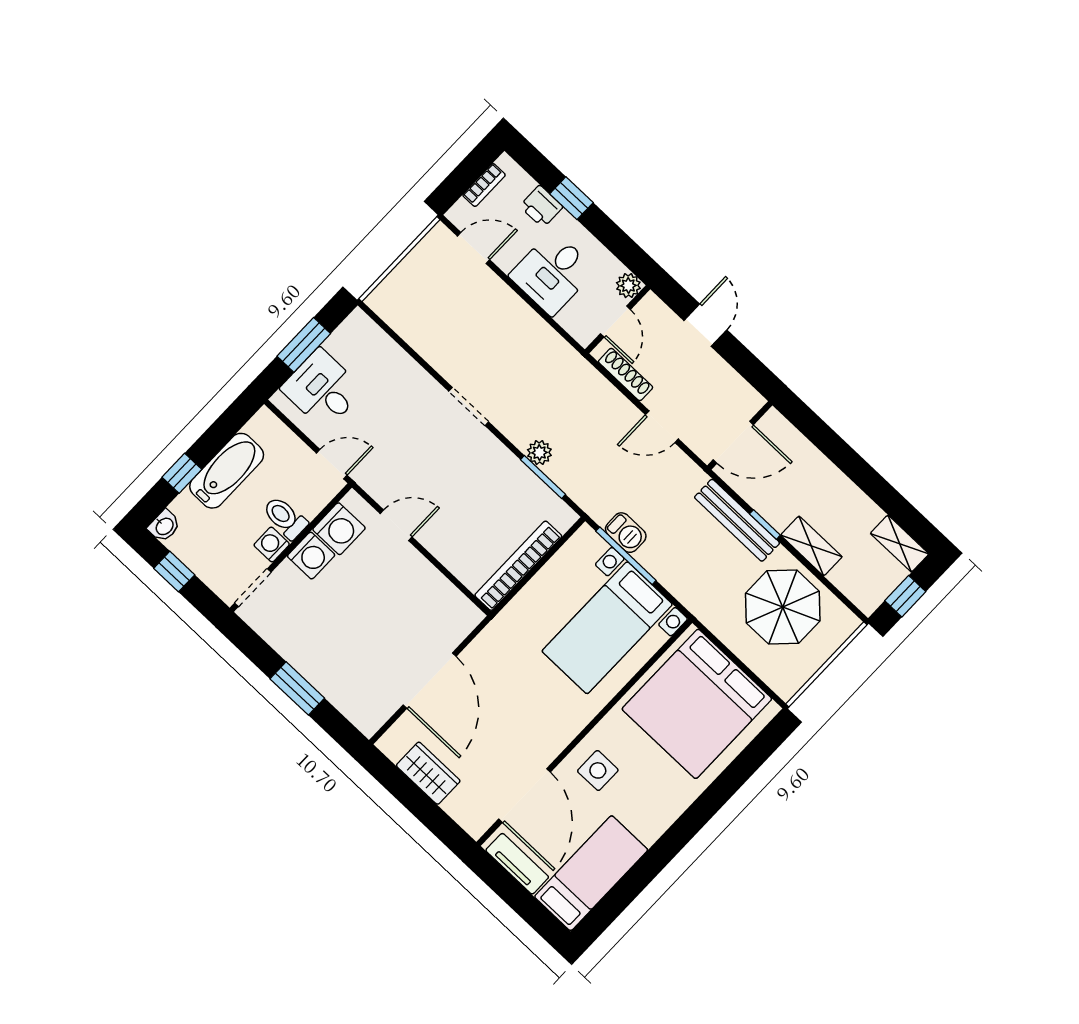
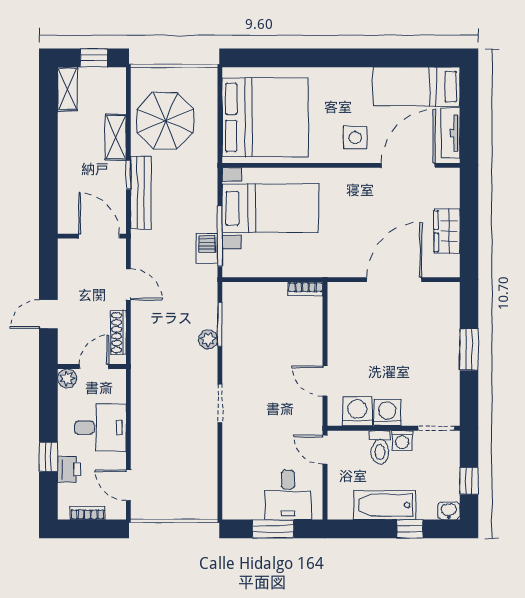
bookcase: (518, 566) -> (305, 289), width x0.43, depth x0.76

